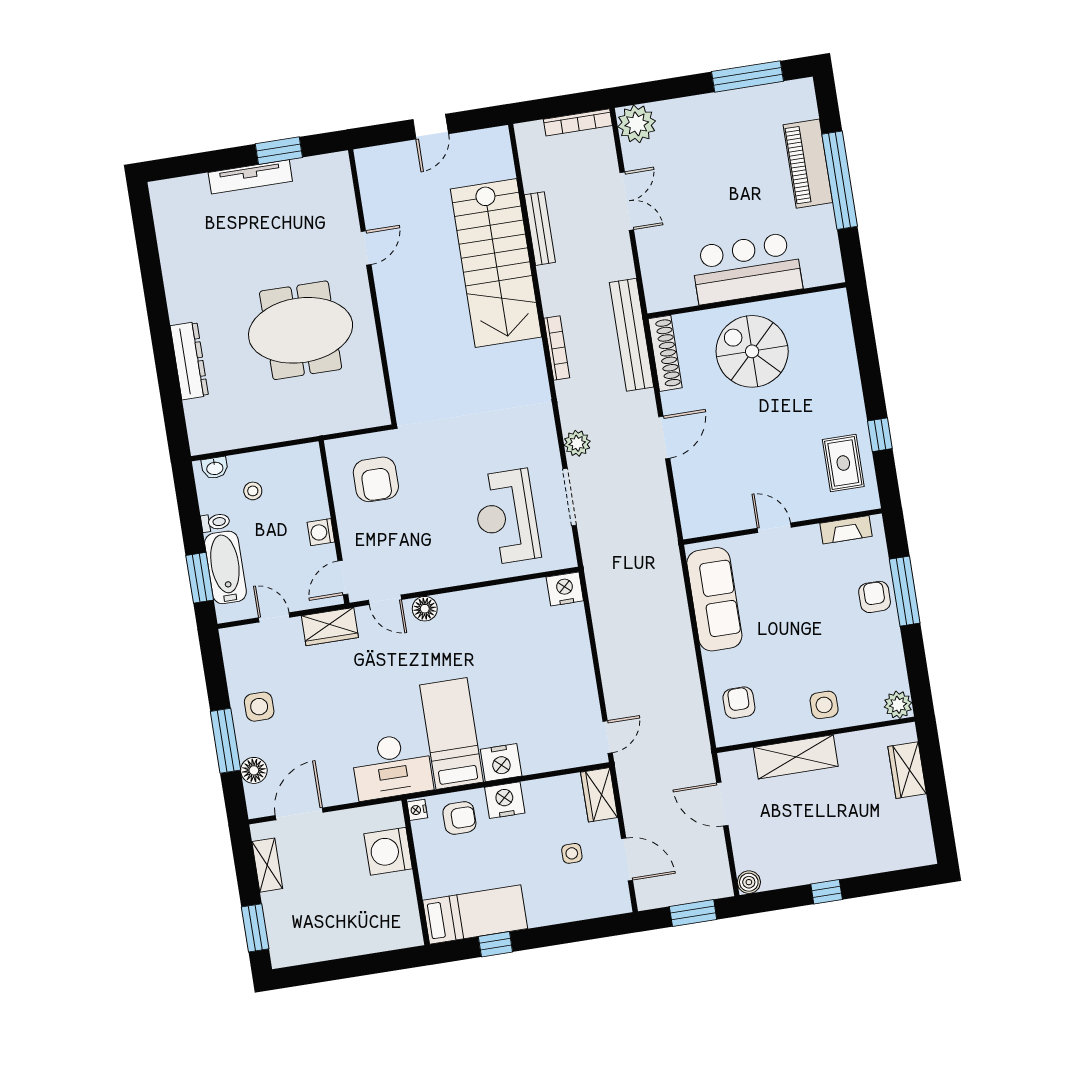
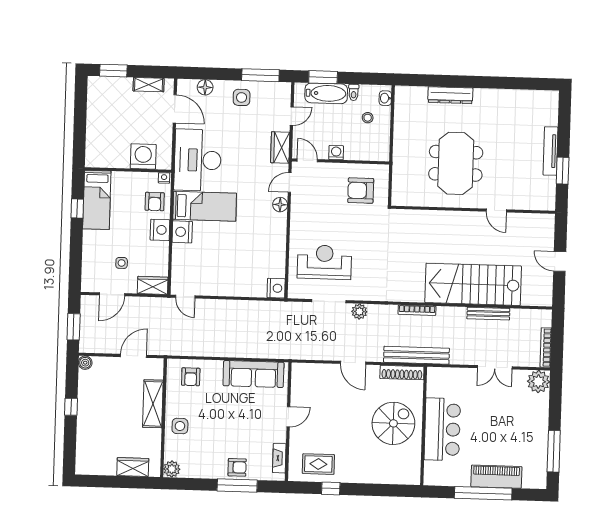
armchair: (739, 703) -> (191, 377), turned 90
window: (225, 741) -> (260, 75), moved
desk: (392, 766) -> (198, 160), width x1.36, depth x1.30

